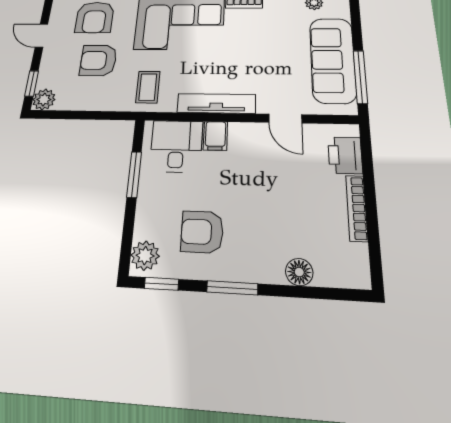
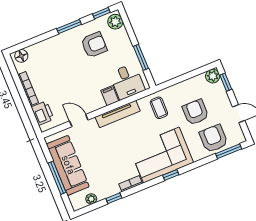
armchair: (98, 60) -> (196, 112), turned -90
window: (360, 77) -> (57, 178), moved
floor lamp: (299, 272) -> (21, 56), moved

